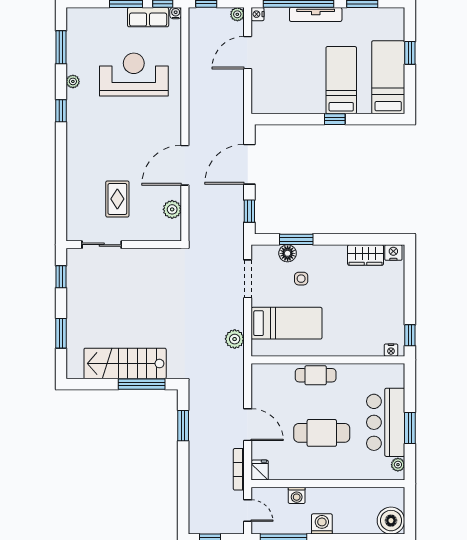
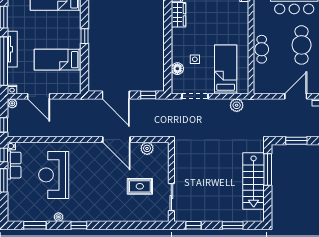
bed: (341, 80) -> (58, 60), moved
window: (296, 239) -> (168, 63), removed

